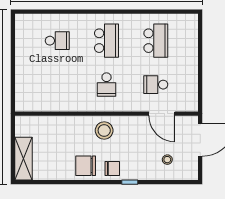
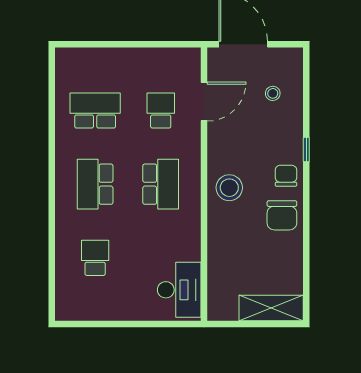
school desk: (107, 41) -> (95, 184), turned -90
school desk: (107, 85) -> (161, 184), width x1.85
school desk: (156, 85) -> (161, 111), turned 180
desk: (36, 97) -> (179, 290), added

